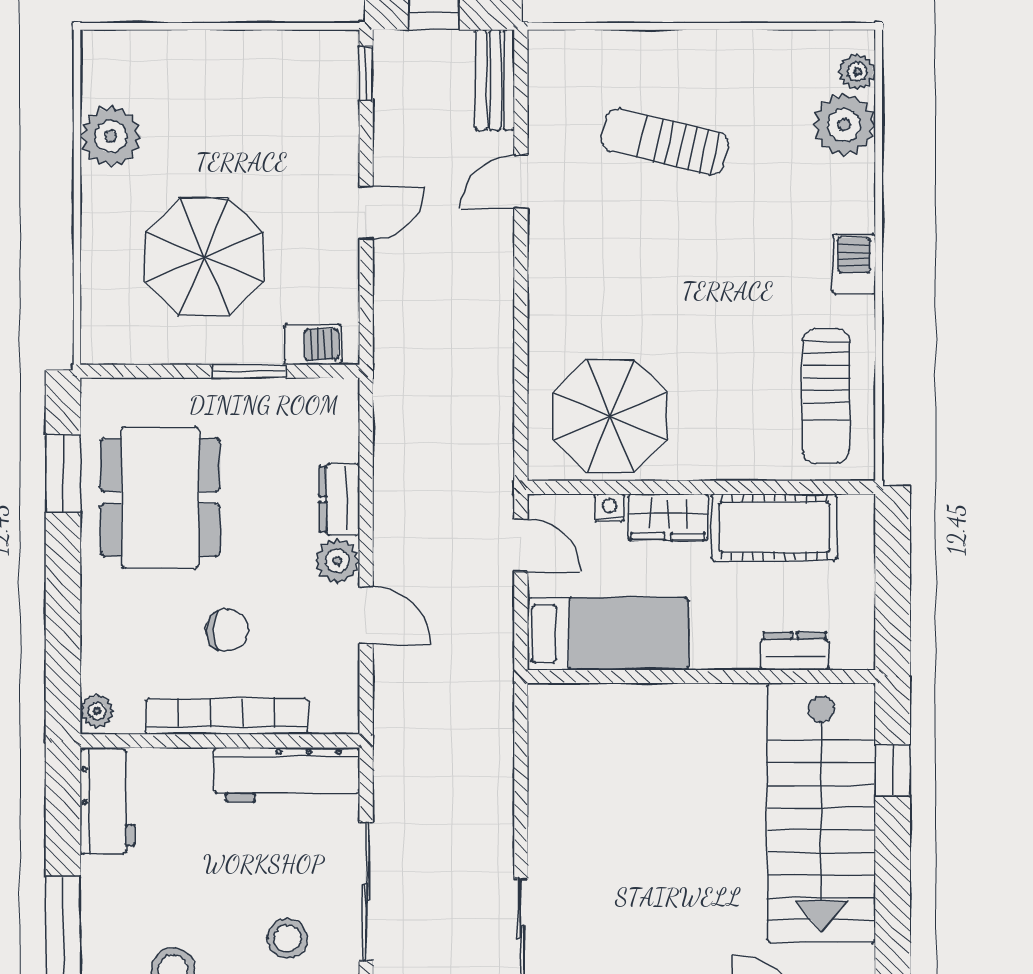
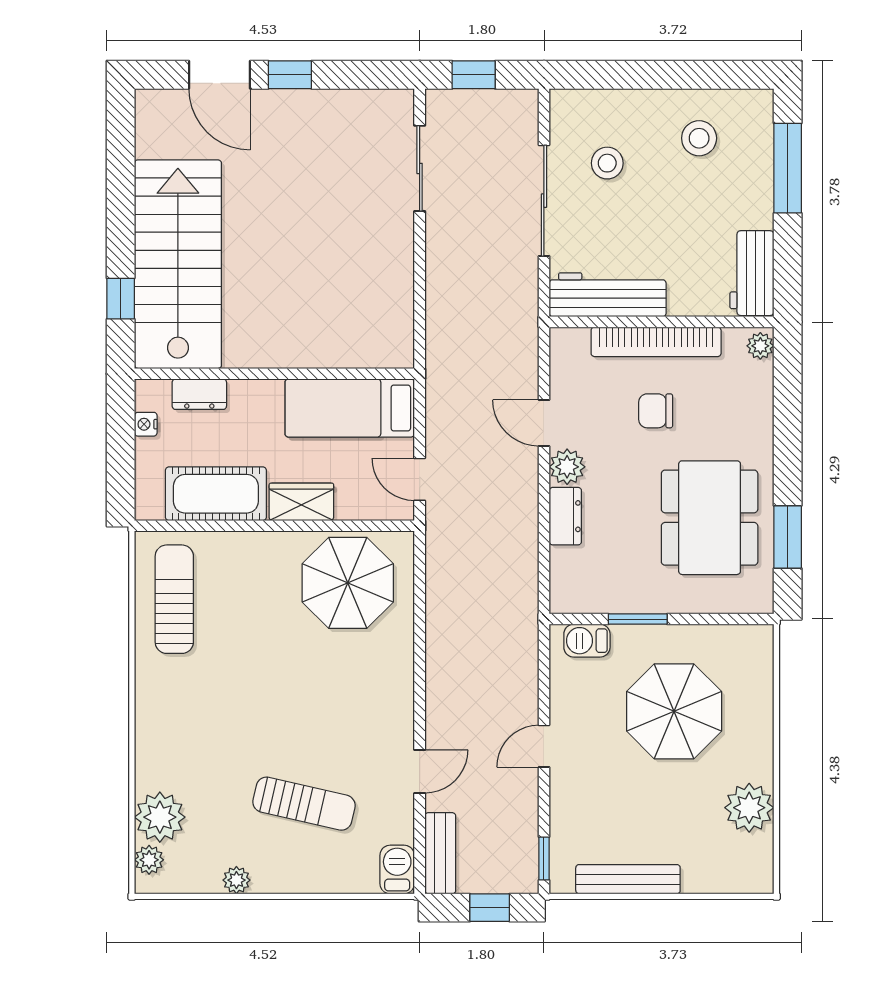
plant: (749, 47) -> (236, 880), added
bench: (262, 48) -> (628, 879), added
barbecue: (854, 264) -> (397, 869), moved, turned 180
nightstand: (609, 508) -> (146, 424), moved, turned 90

